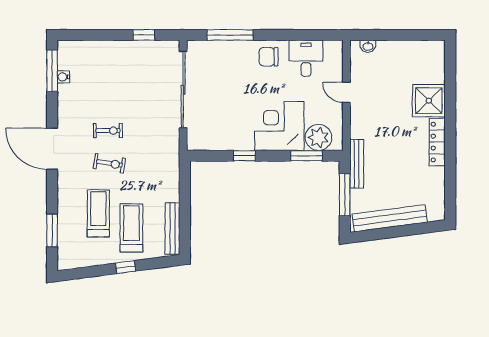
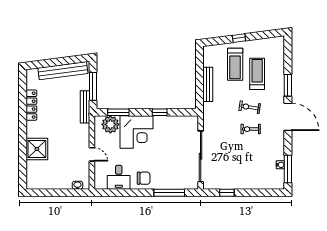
locker: (437, 142) -> (31, 105), moved
treadmill: (98, 213) -> (257, 74), turned 180
bench: (172, 228) -> (208, 84), moved
window: (52, 230) -> (288, 85), moved

